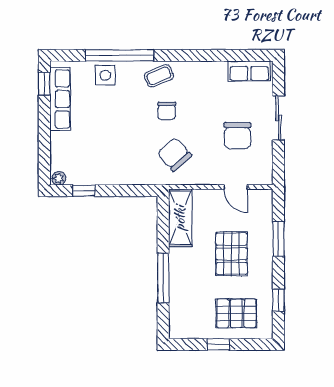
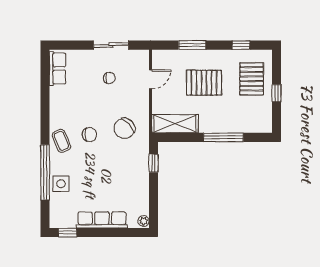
row of seats: (60, 99) -> (102, 220), moved
sliding door: (278, 118) -> (111, 45), moved
chair: (237, 136) -> (109, 78), width x0.54, depth x0.54
window: (84, 191) -> (153, 163), moved

